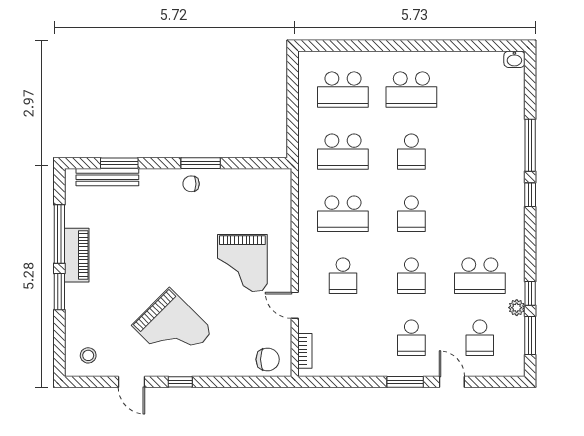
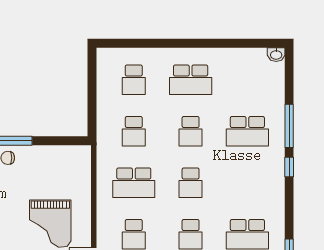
school desk: (343, 90) -> (134, 80), width x0.54
school desk: (343, 152) -> (134, 131), width x0.54
school desk: (480, 152) -> (247, 131), added

